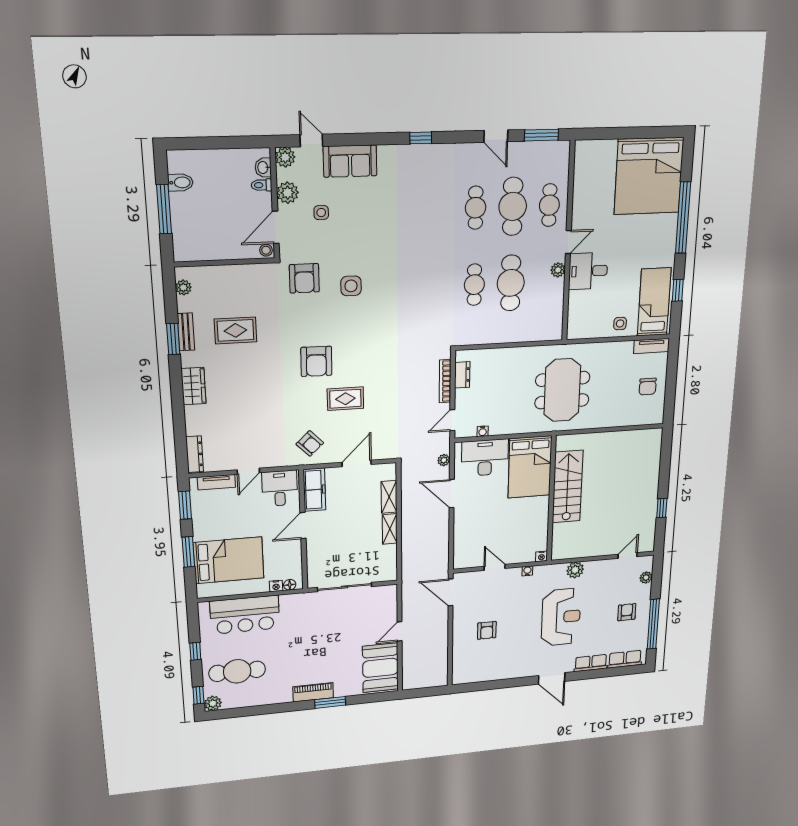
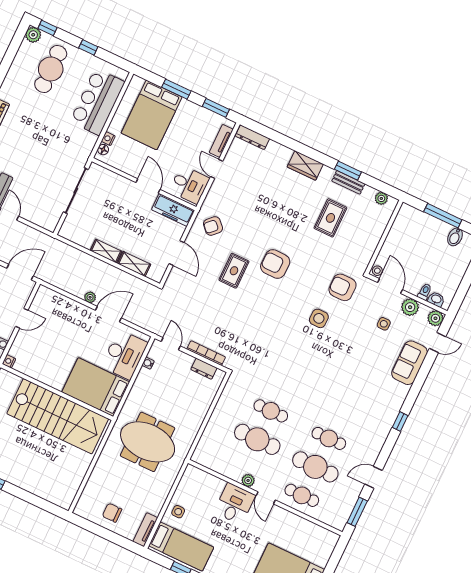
plant: (444, 460) -> (90, 297), moved
stairs: (568, 487) -> (58, 416), width x1.36, depth x1.51

